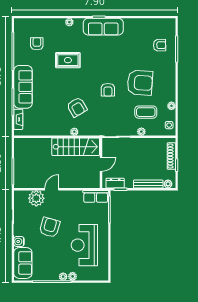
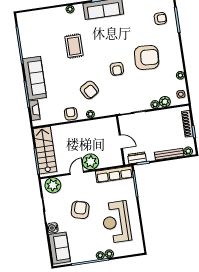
armchair: (37, 44) -> (71, 114), moved
rug: (68, 60) -> (74, 46), turned 90
coffee table: (146, 112) -> (156, 85), removed
plant: (152, 130) -> (165, 102), added
stairs: (76, 147) -> (45, 150), moved, turned -90
door: (101, 164) -> (121, 142), hinge flipped
plant: (67, 180) -> (91, 162), added
row of seats: (96, 196) -> (114, 174), width x1.48
plant: (36, 198) -> (53, 185), moved

